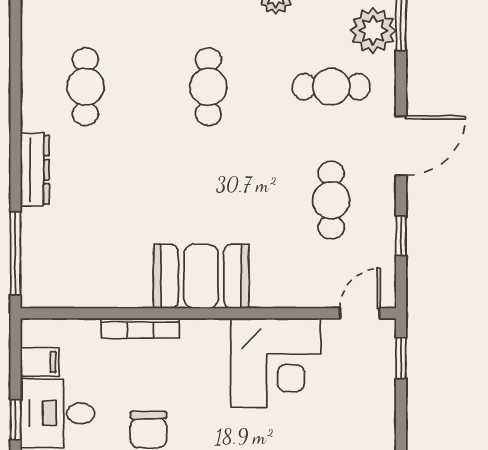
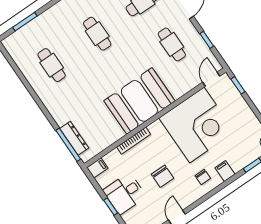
dresser: (35, 170) -> (74, 138), moved
booth: (201, 276) -> (139, 101), width x1.36, depth x1.42
filing cabinet: (40, 362) -> (97, 168), moved
corner desk: (276, 363) -> (197, 125), width x1.36, depth x1.36

